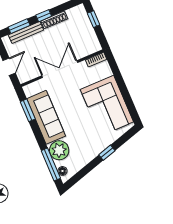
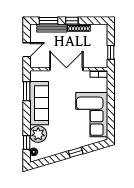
window: (94, 19) -> (111, 52), moved
window: (51, 164) -> (27, 143), width x0.46

